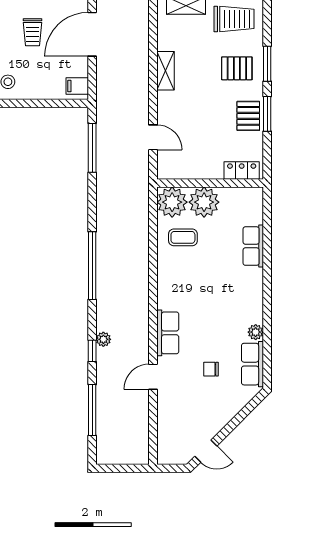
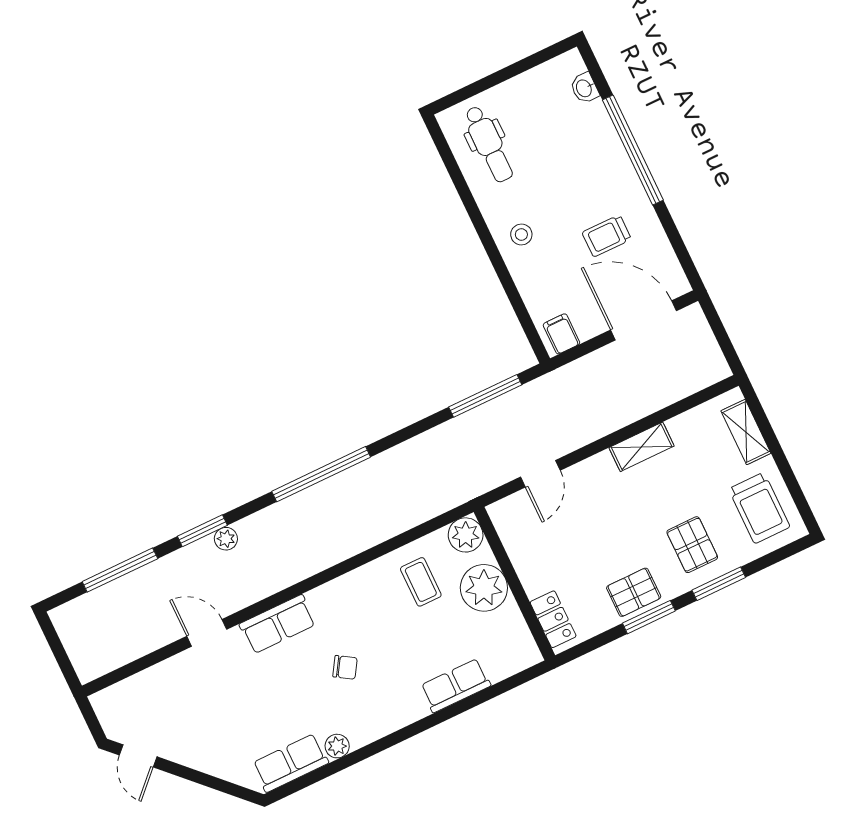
plant: (172, 202) -> (466, 535), width x0.73, depth x0.73
window: (92, 351) -> (202, 531), width x1.50
chair: (211, 369) -> (345, 667), moved, turned 122

